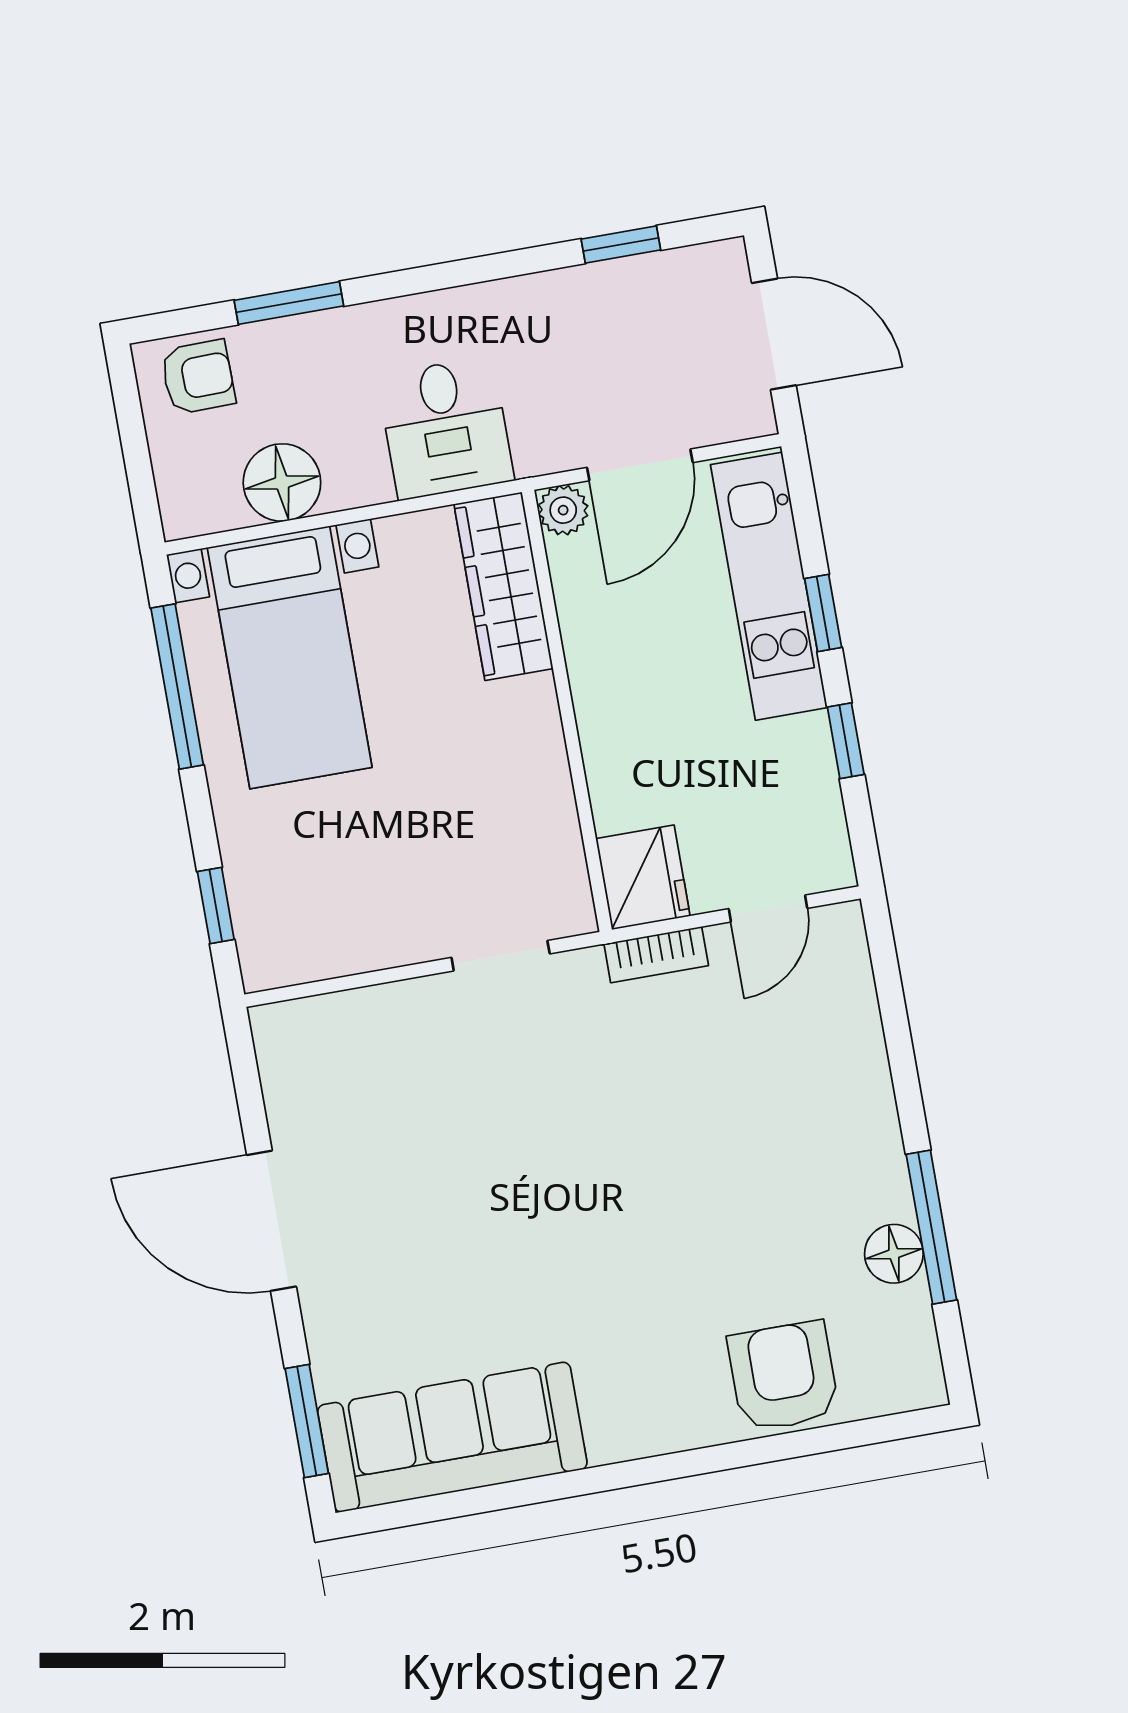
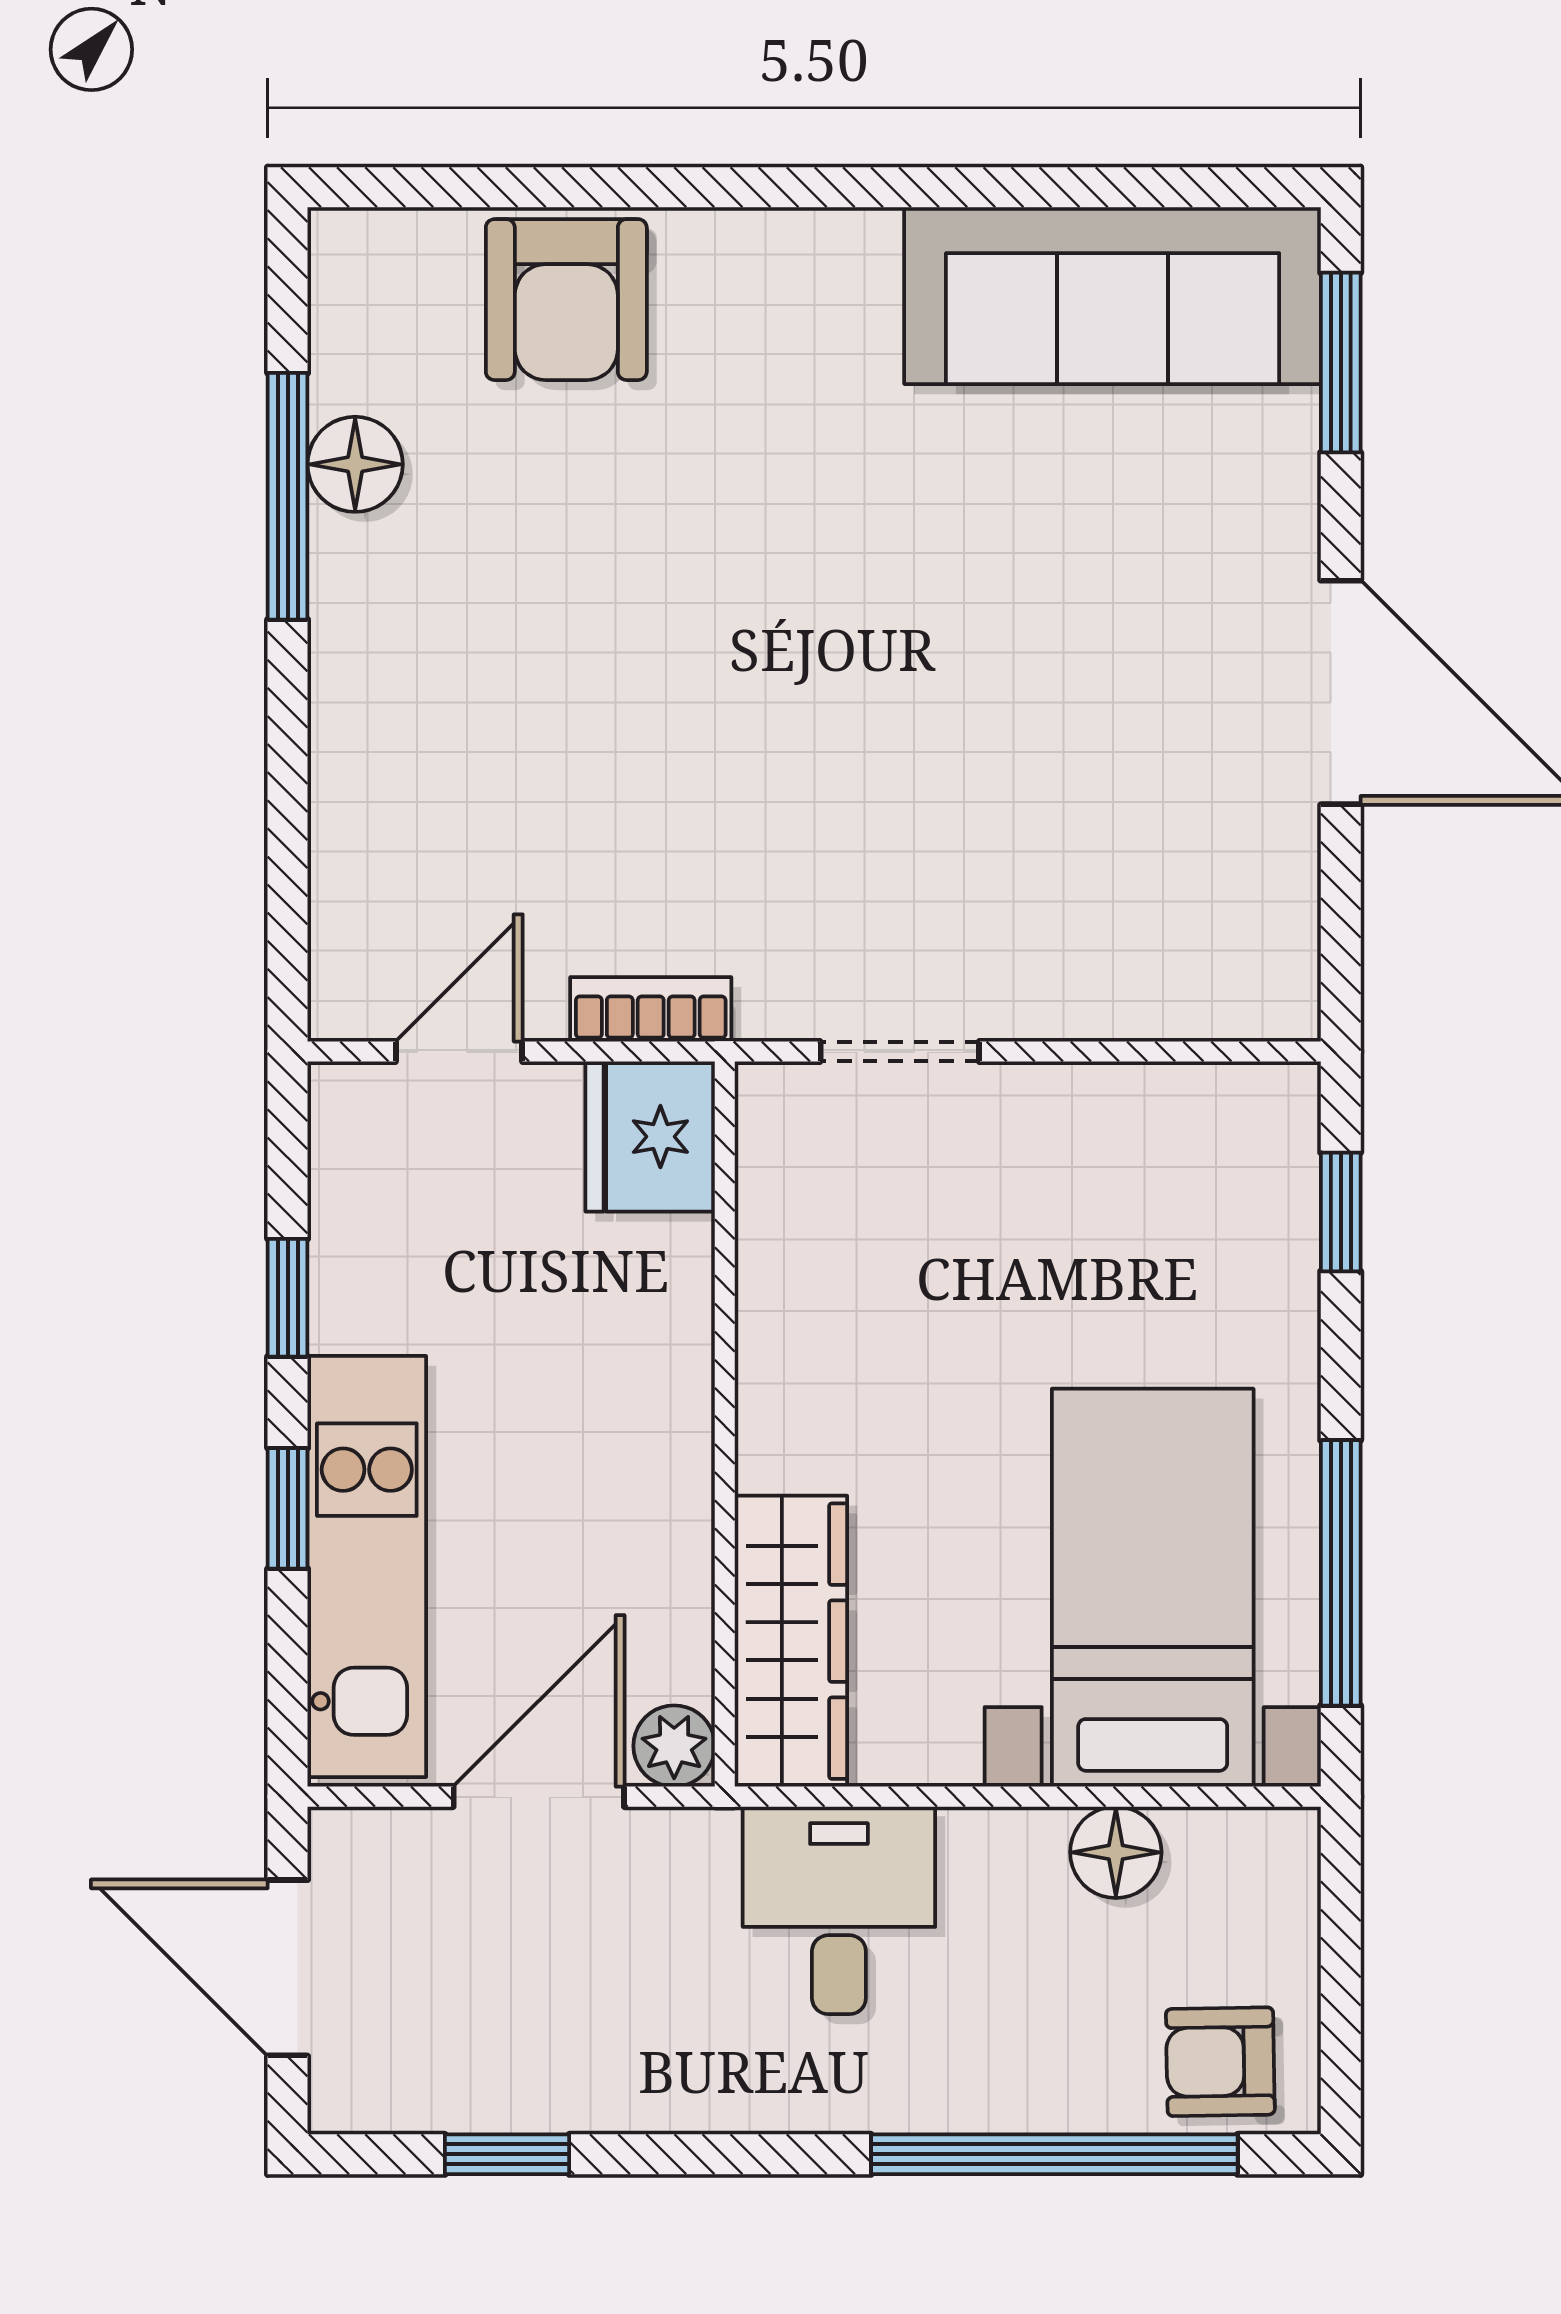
window: (289, 303) -> (1054, 2154), width x2.11
floor lamp: (282, 482) -> (1116, 1852), width x0.73, depth x0.73

